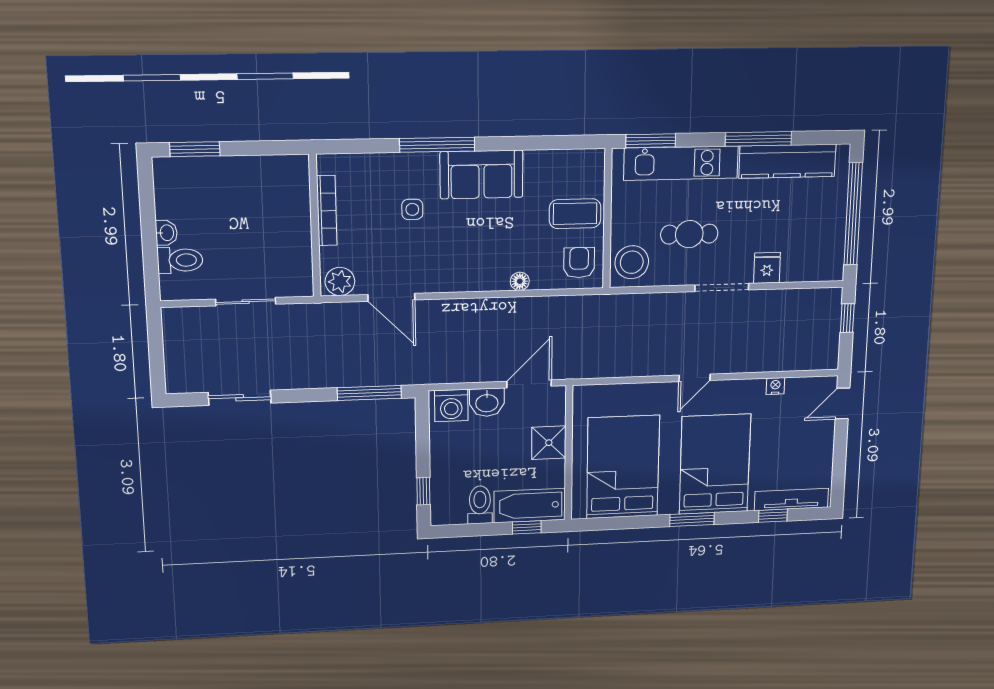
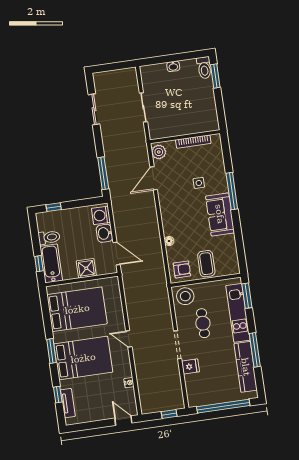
toilet: (180, 260) -> (204, 68), moved
tv unit: (791, 499) -> (68, 403), width x0.71

